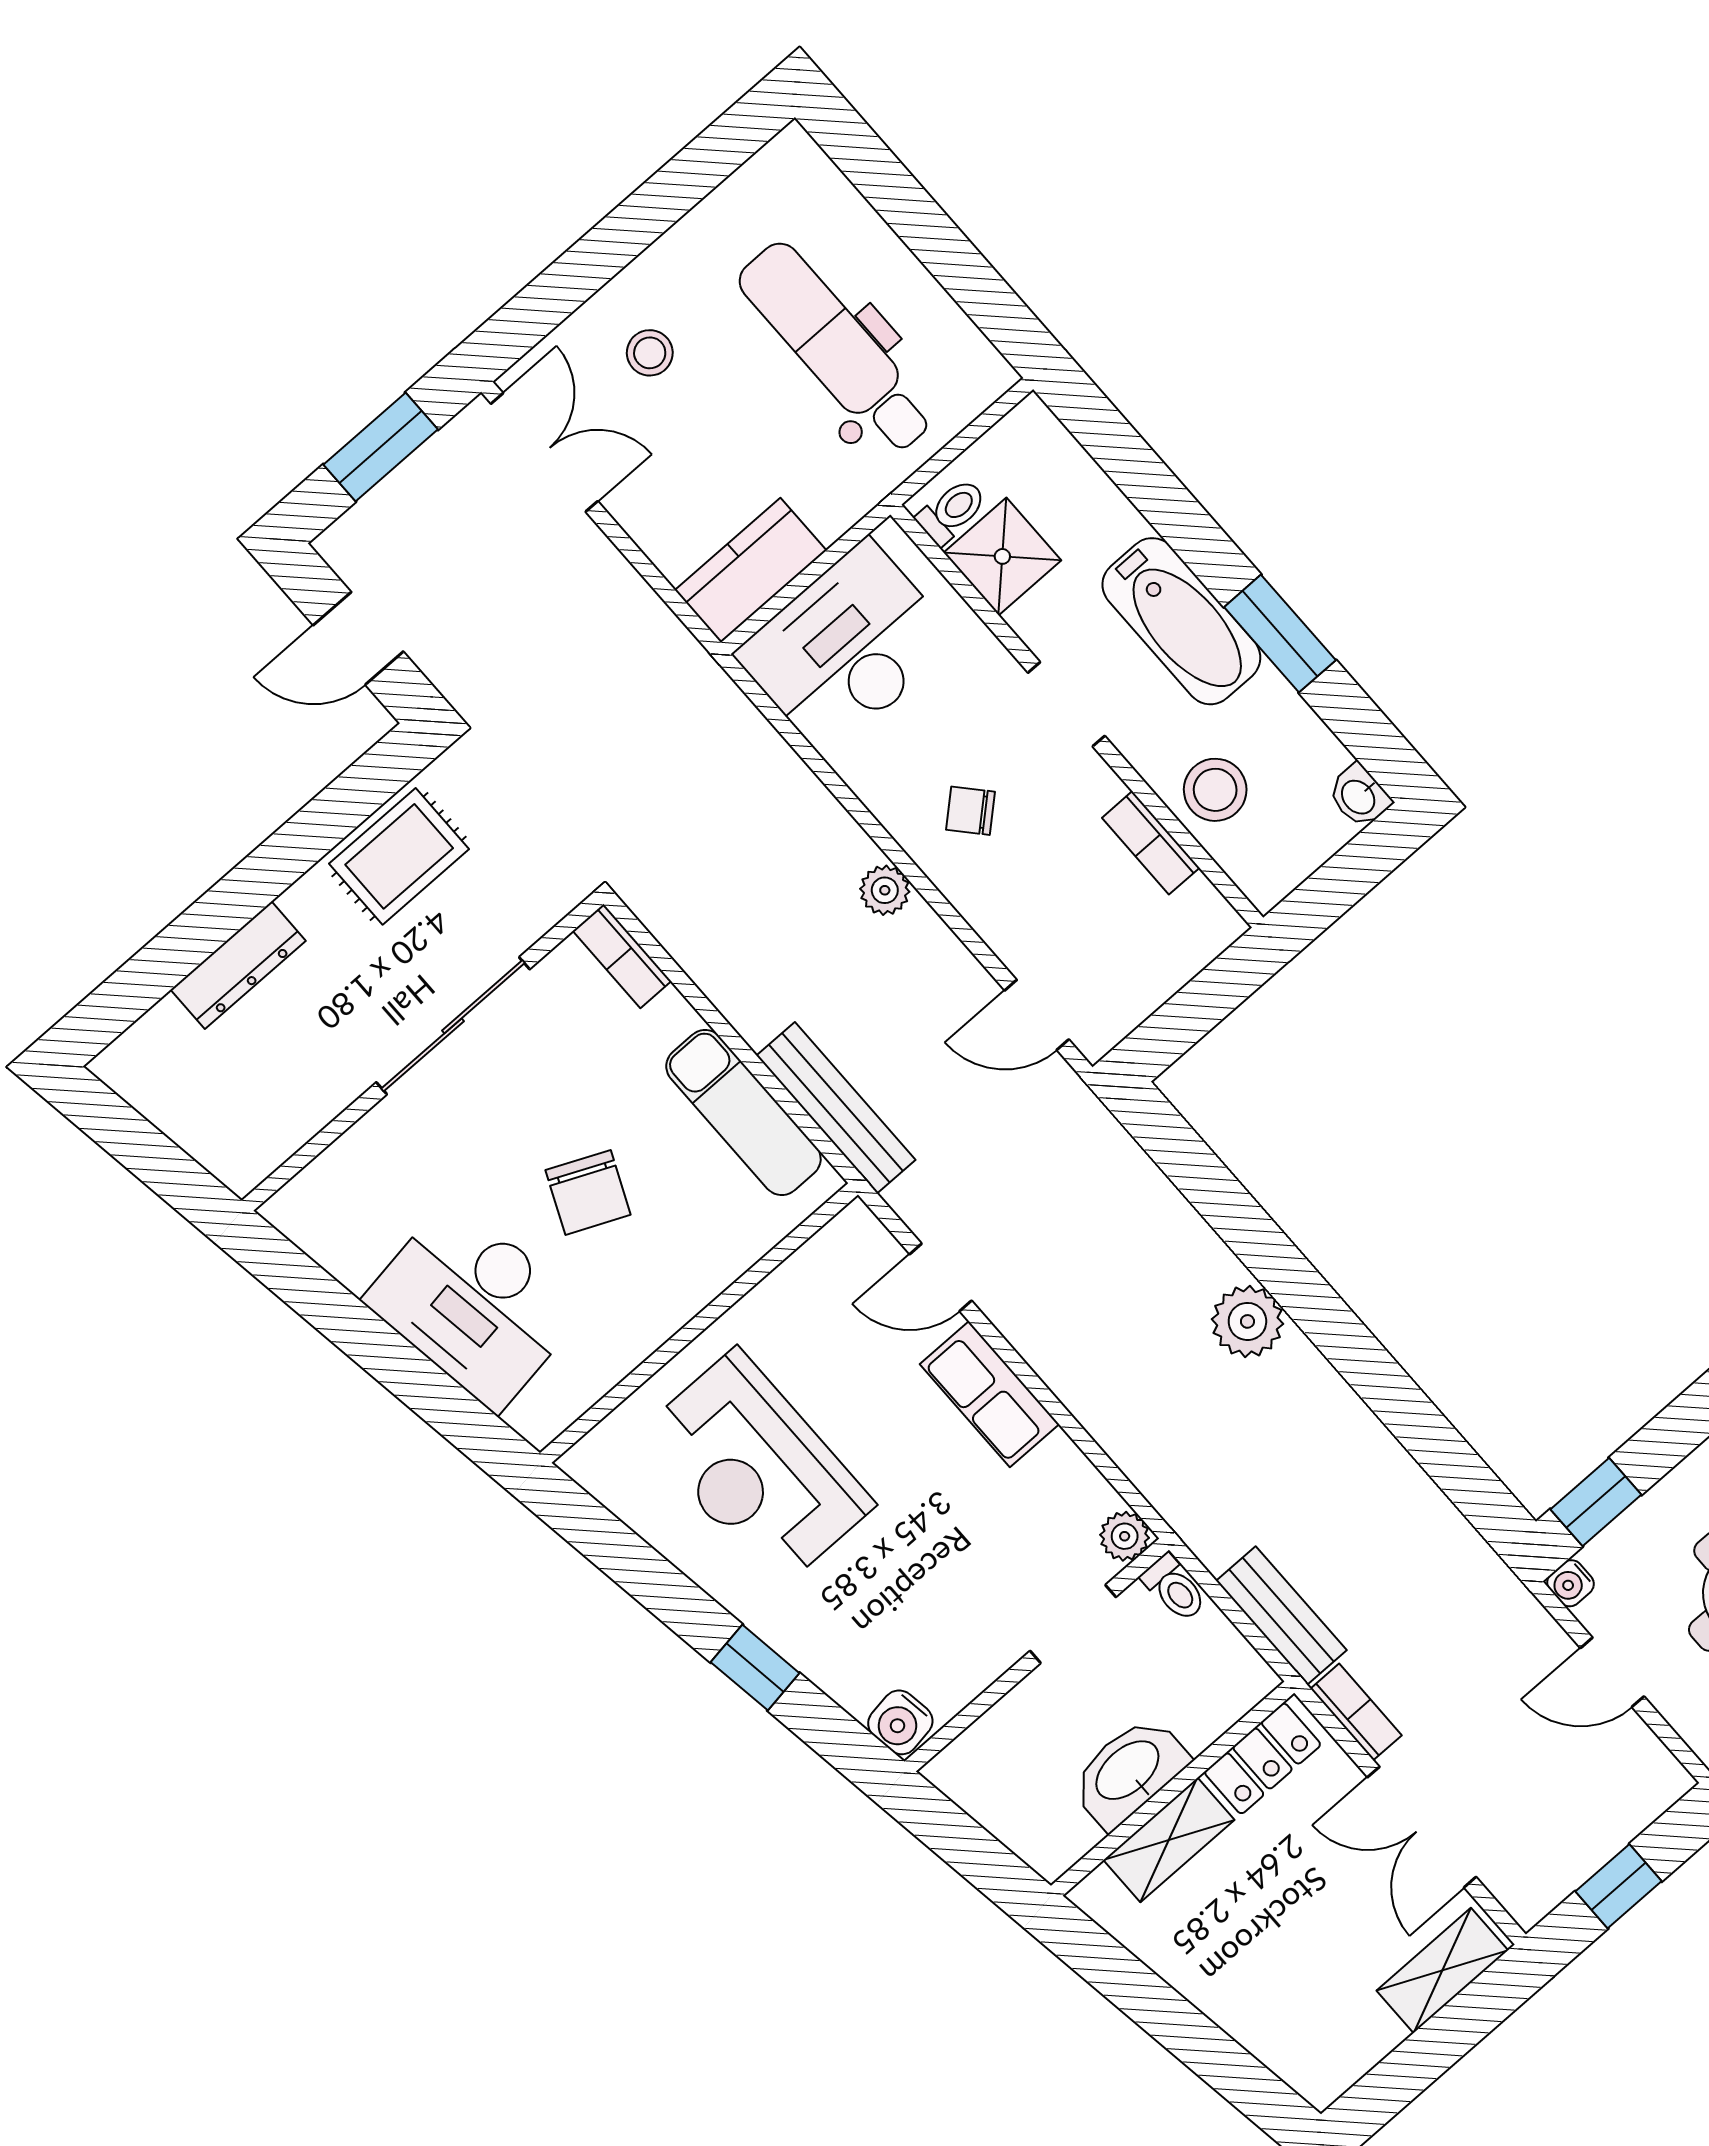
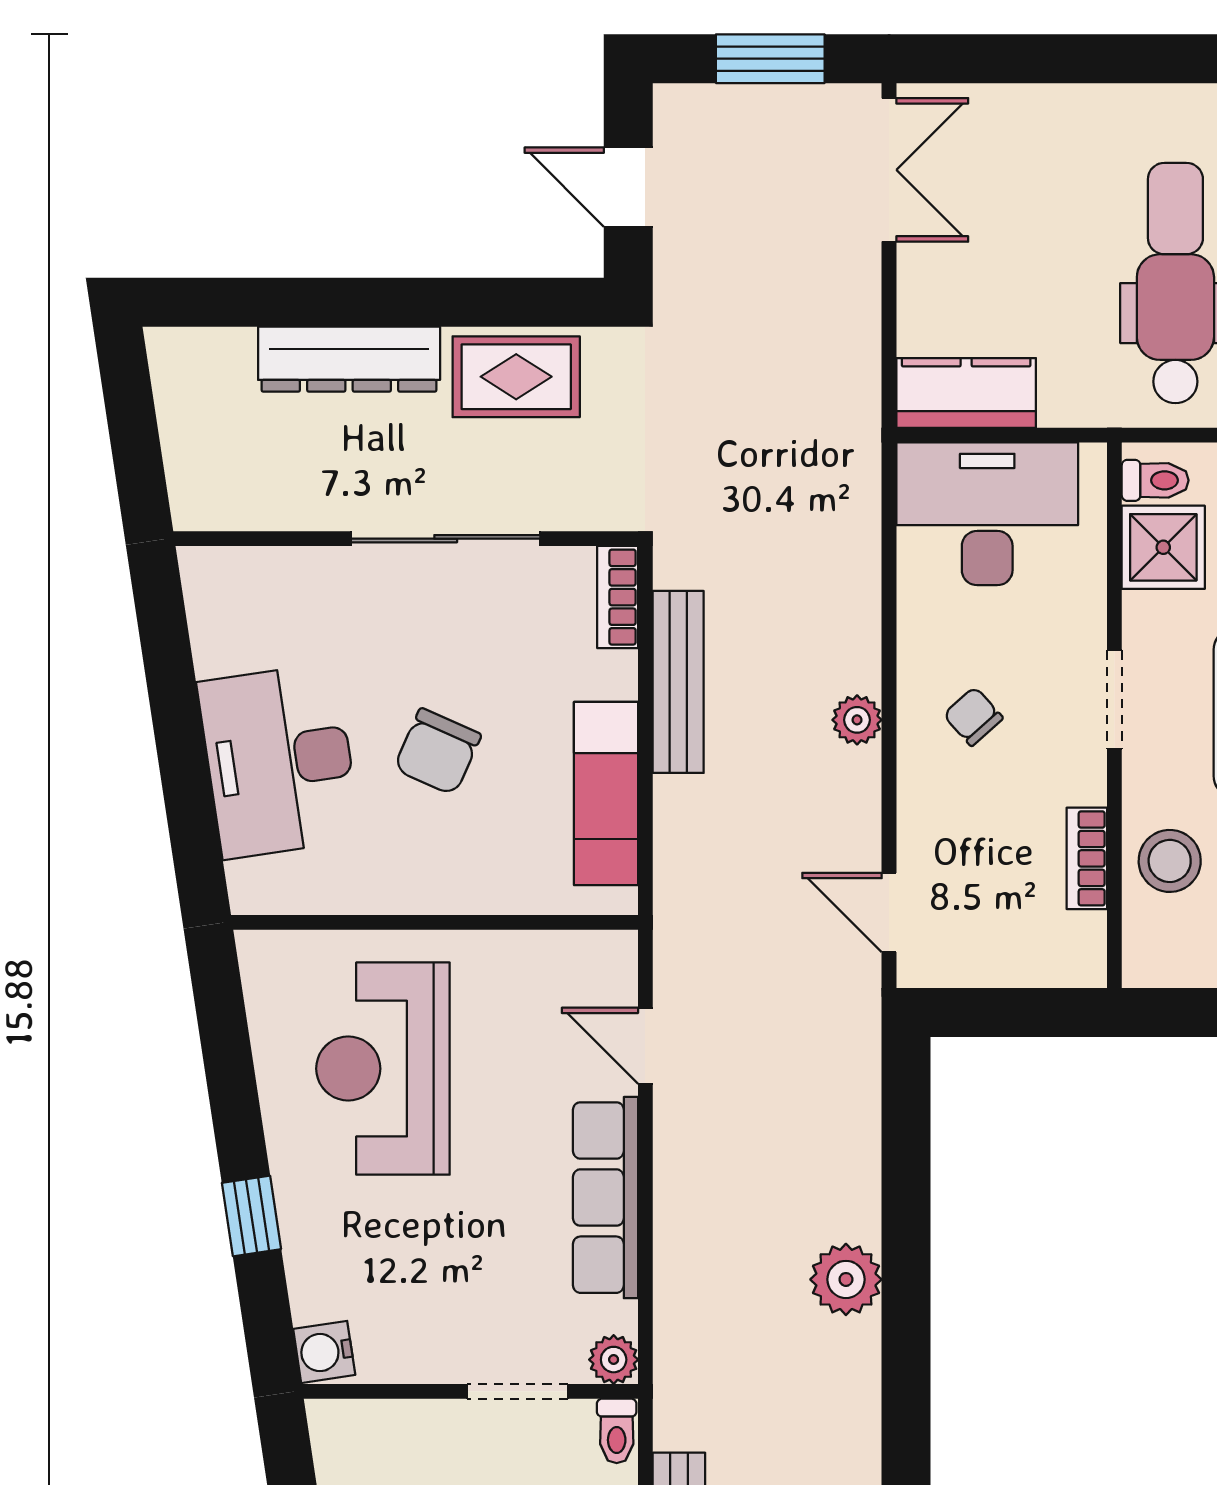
stool: (650, 353) -> (1033, 164), removed
dresser: (238, 965) -> (349, 359), width x1.37, depth x1.24
bench: (836, 1108) -> (678, 682), moved
row of seats: (989, 1394) -> (606, 1198), width x1.48

